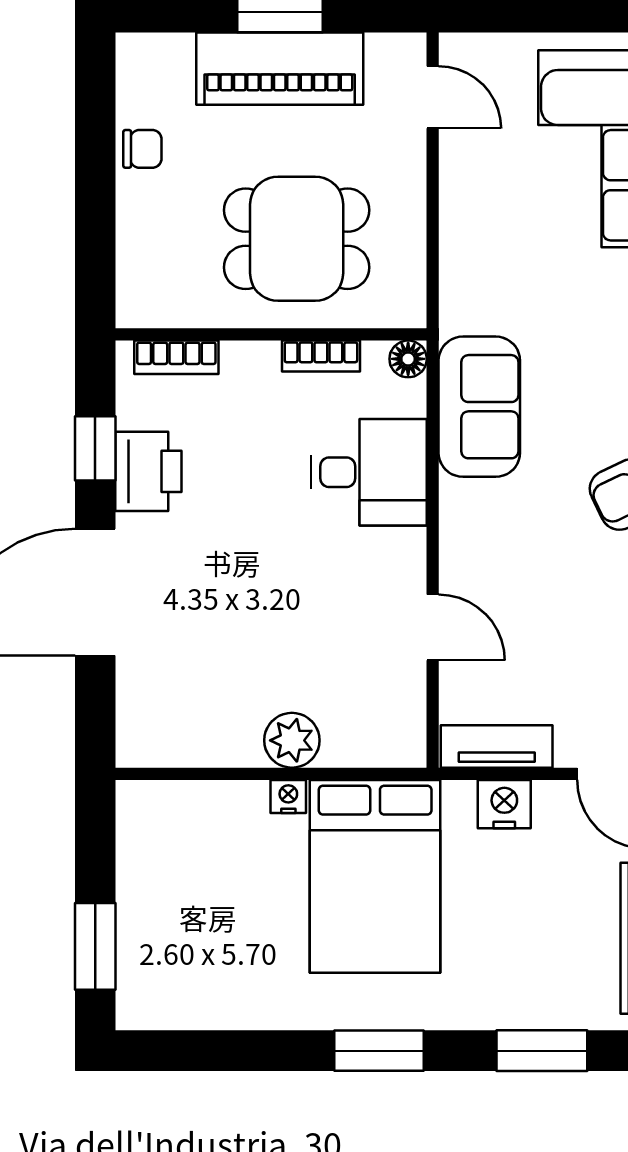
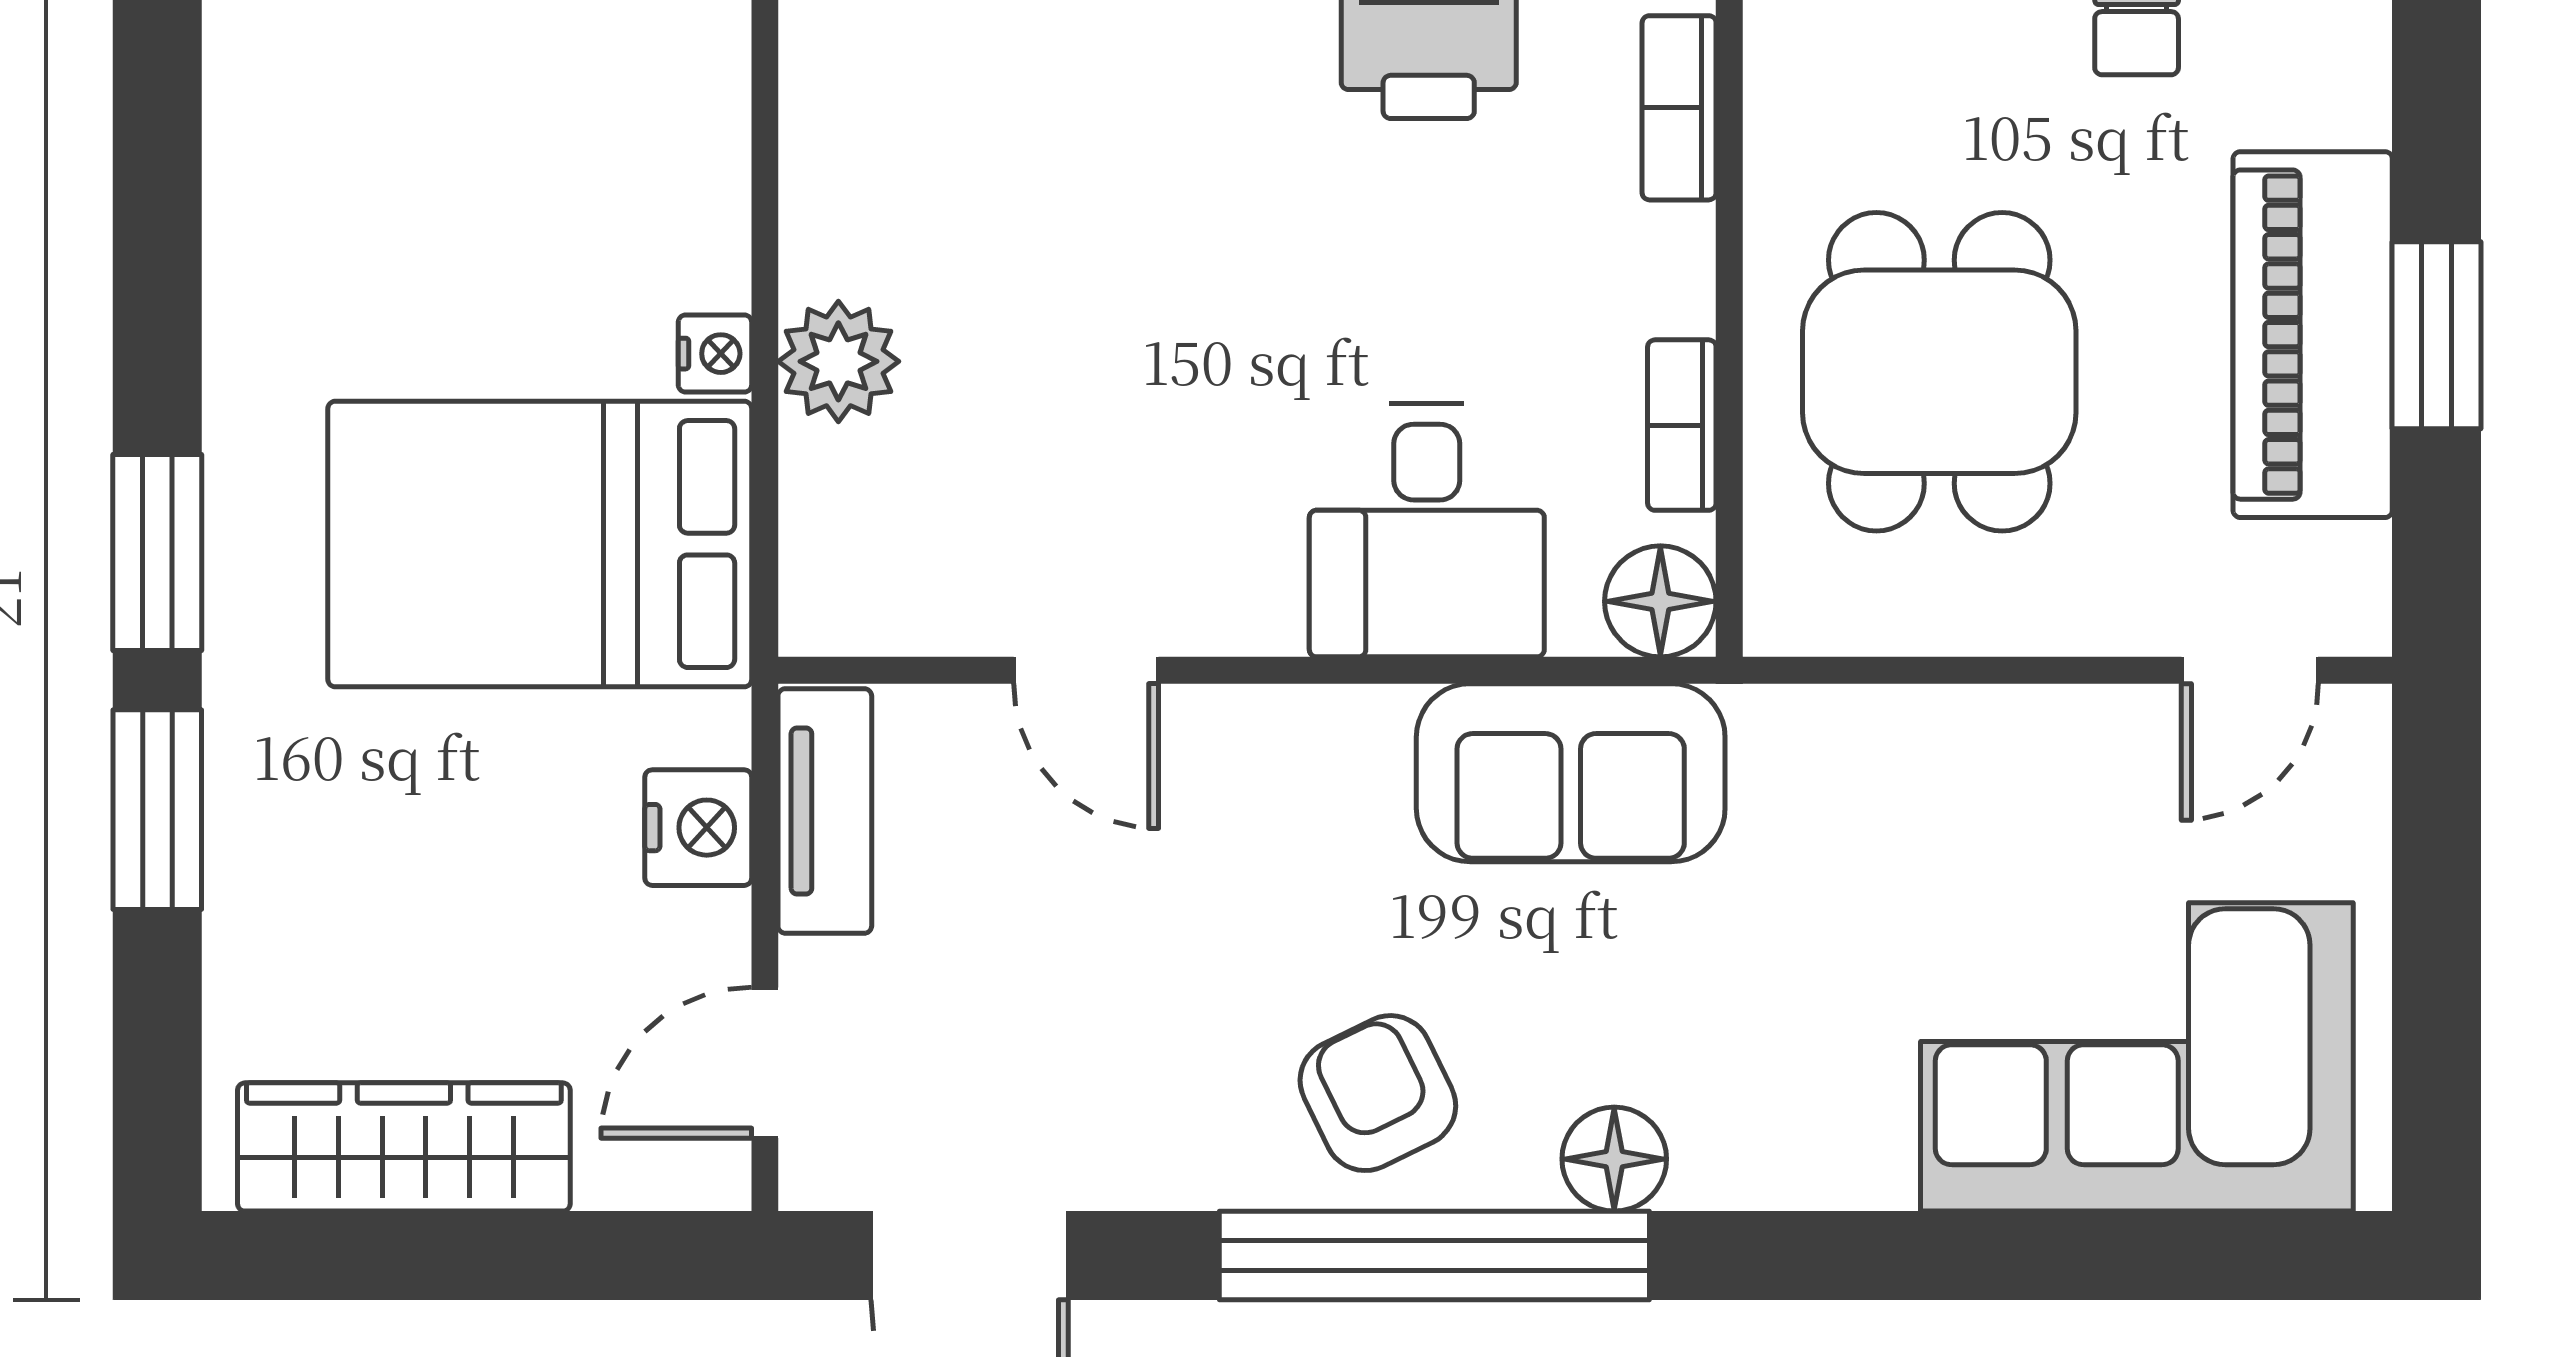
floor lamp: (408, 359) -> (1660, 601), width x1.37, depth x1.37
door: (433, 627) -> (1086, 670), hinge flipped
window: (542, 1051) -> (157, 810), moved

